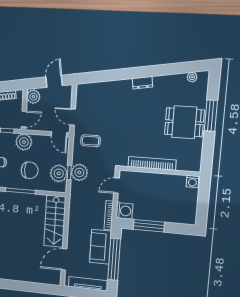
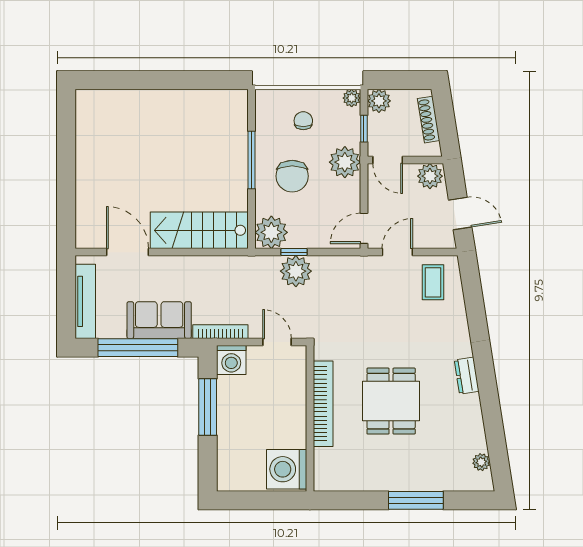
dining table: (184, 122) -> (391, 401), moved
coffee table: (91, 141) -> (433, 282), moved
plant: (59, 173) -> (271, 232), moved
washing machine: (192, 181) -> (287, 469), width x1.89, depth x1.89

